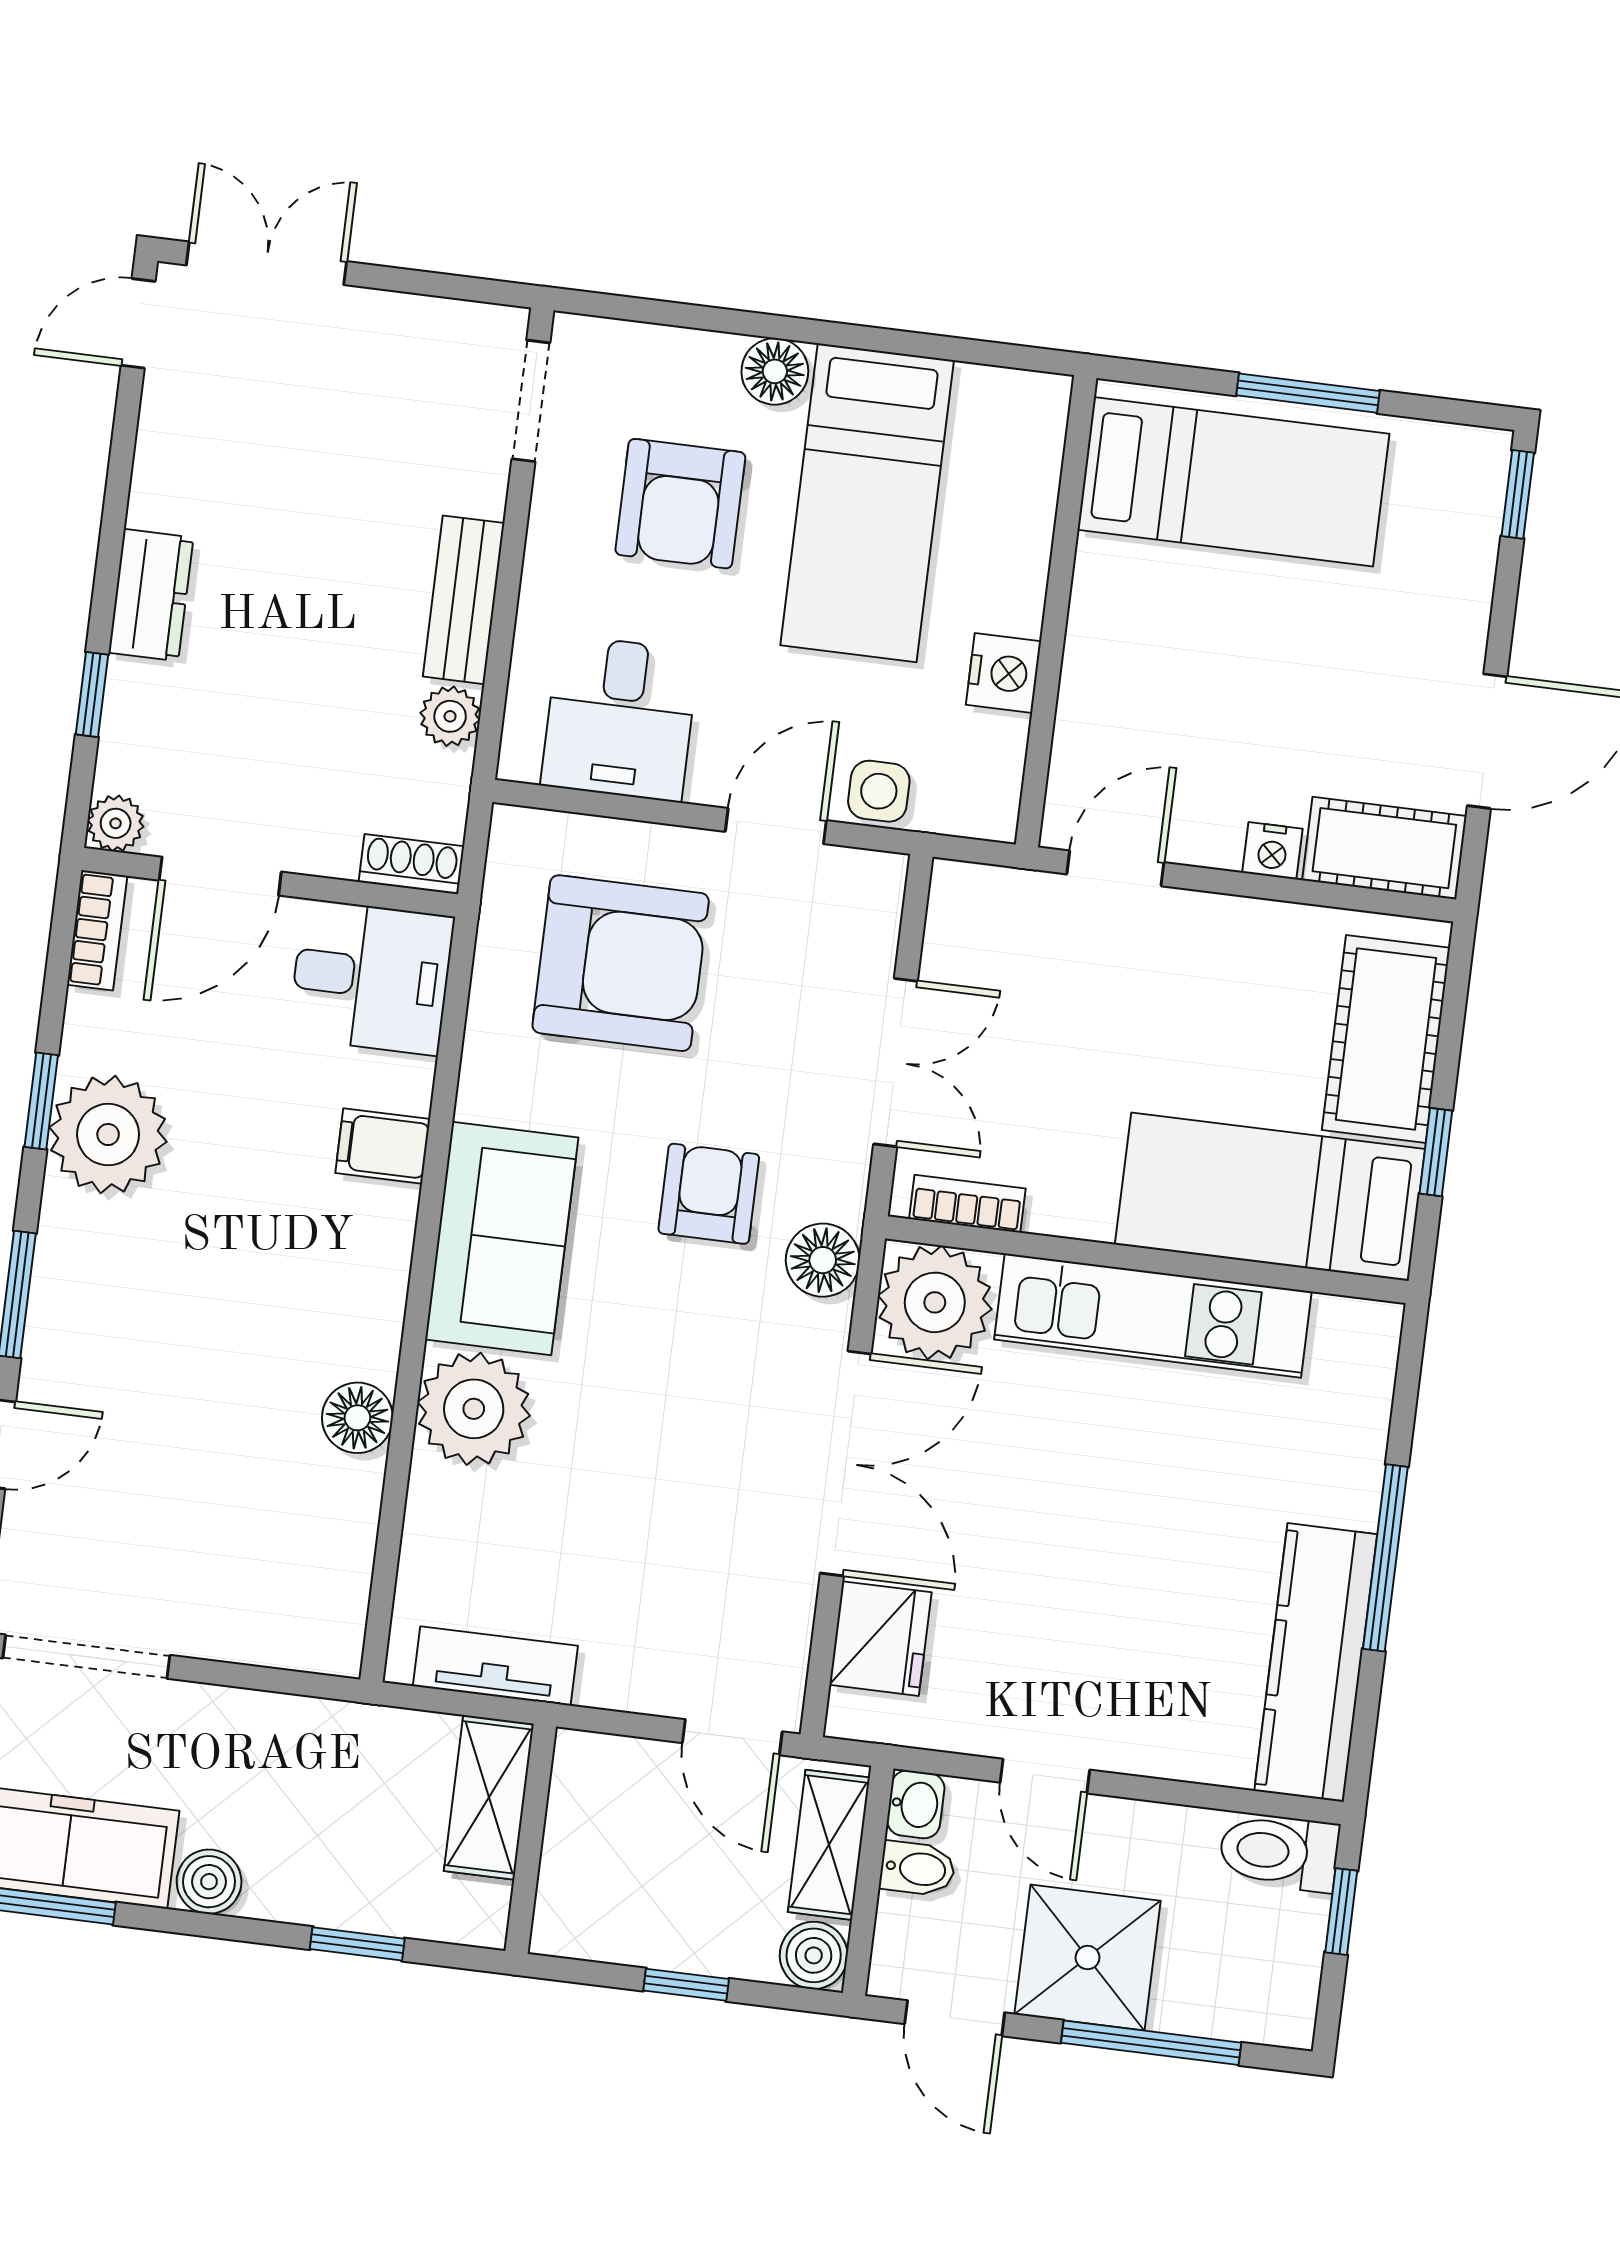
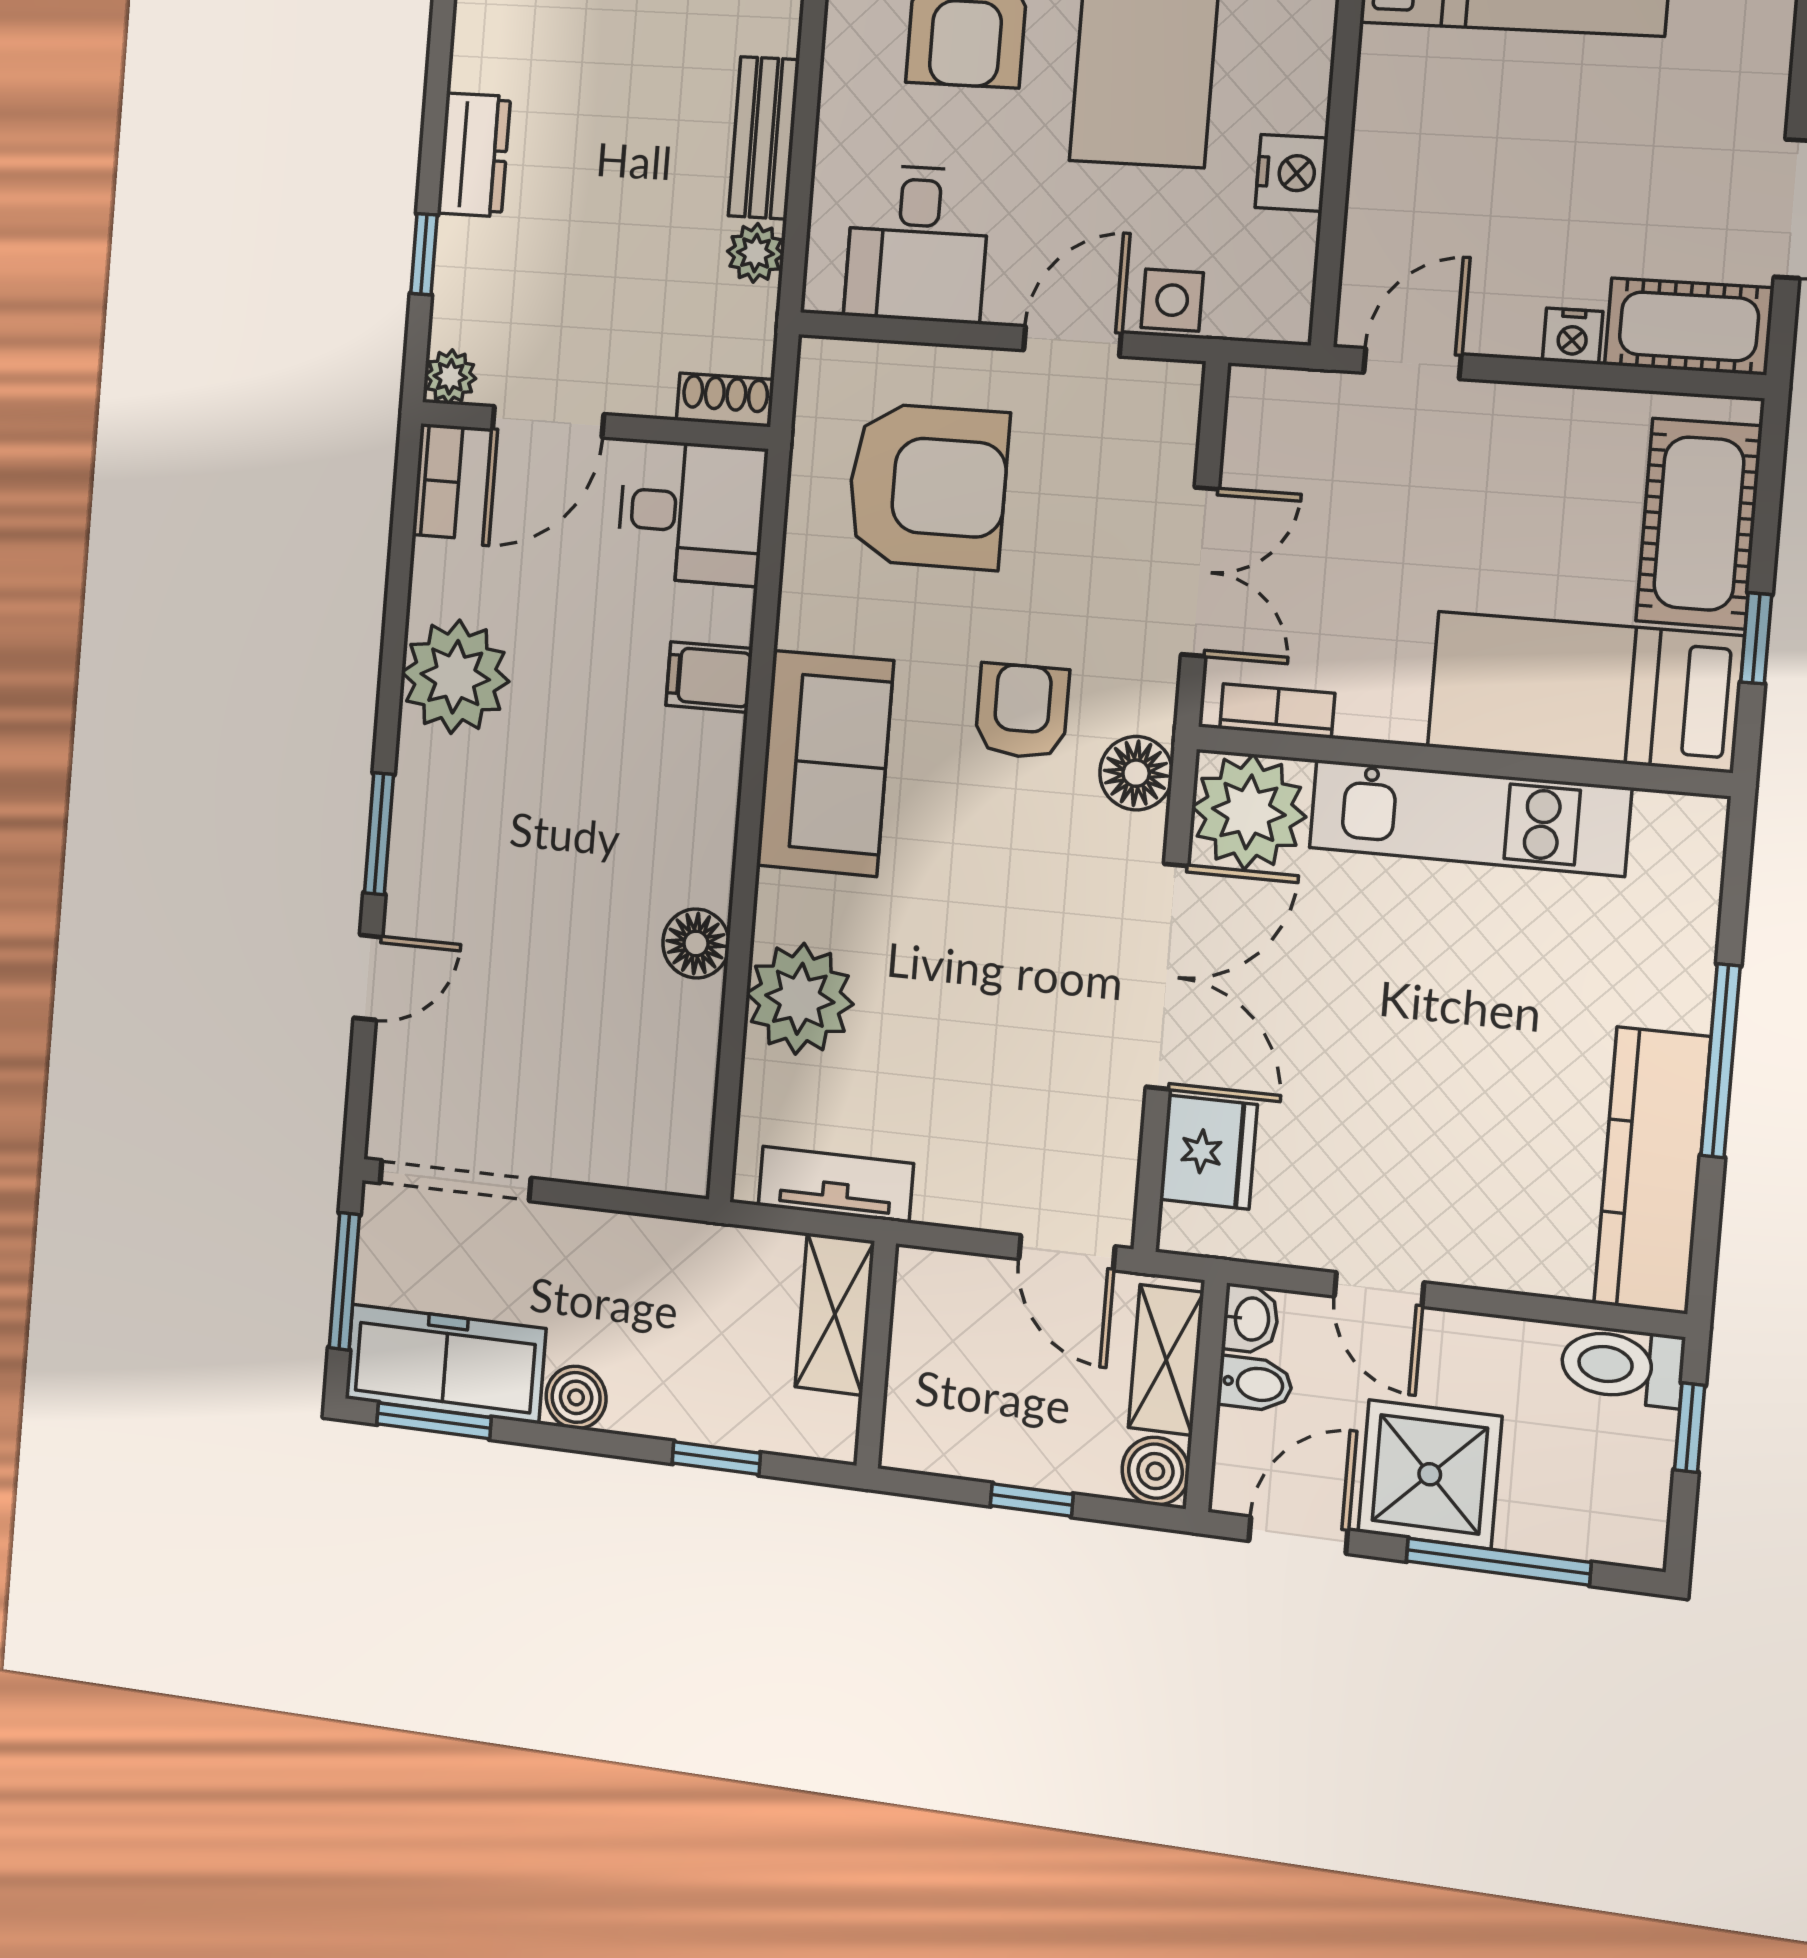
window: (41, 1101) -> (394, 647), removed
plant: (474, 1409) -> (800, 999), moved
door: (955, 2018) -> (1298, 1535), swing flipped

